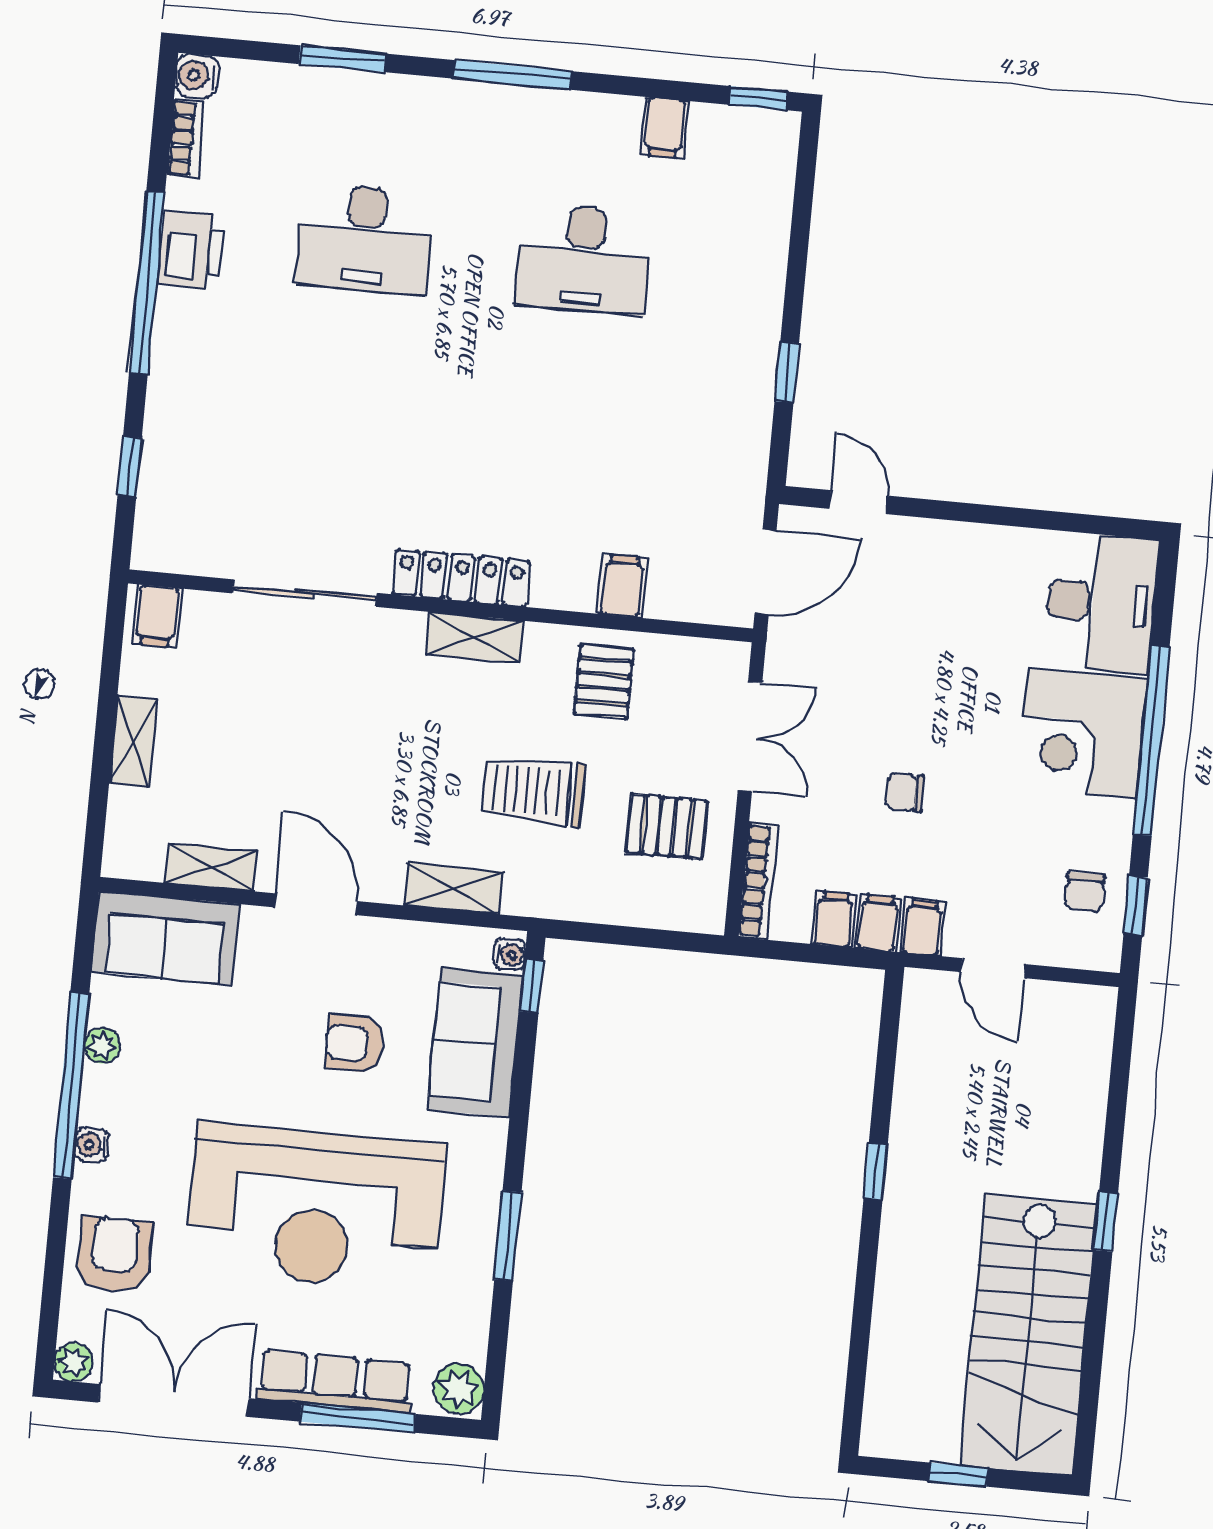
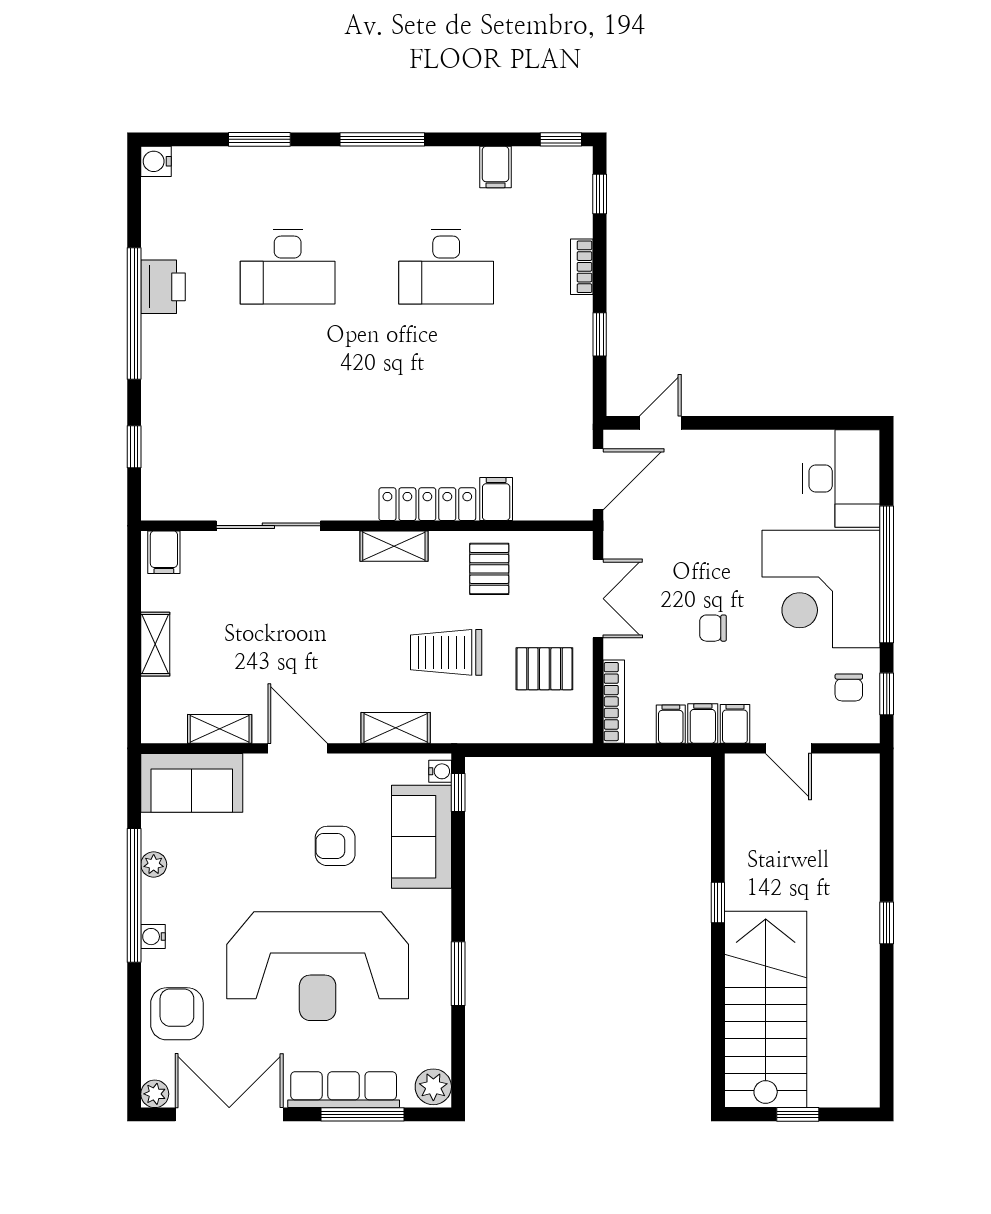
bookcase: (186, 138) -> (582, 267), moved, turned 180
window: (805, 178) -> (600, 194), added
door: (859, 502) -> (660, 423), hinge flipped
locker: (461, 578) -> (427, 504), moved
corner desk: (1082, 733) -> (821, 589), width x1.36, depth x1.36
stairs: (1029, 1335) -> (766, 1009), moved, turned 180

